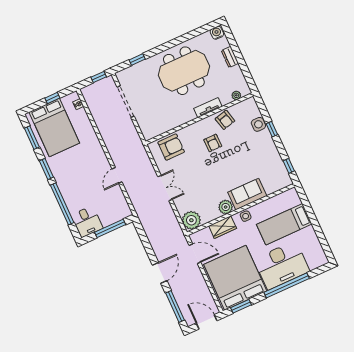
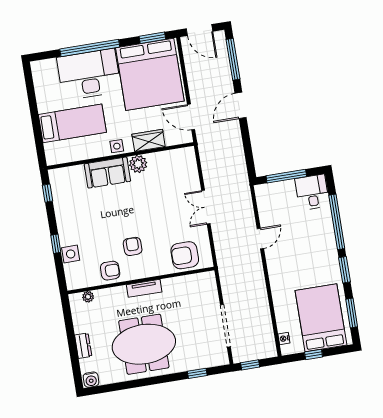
tv unit: (208, 108) -> (144, 288), moved
armchair: (225, 120) -> (110, 271), turned 104
plant: (191, 220) -> (184, 159), removed

